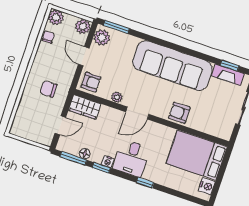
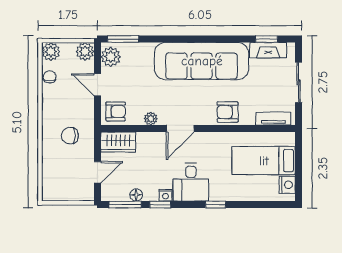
tv unit: (214, 130) -> (273, 119), added
bed: (197, 155) -> (264, 161), width x0.67

